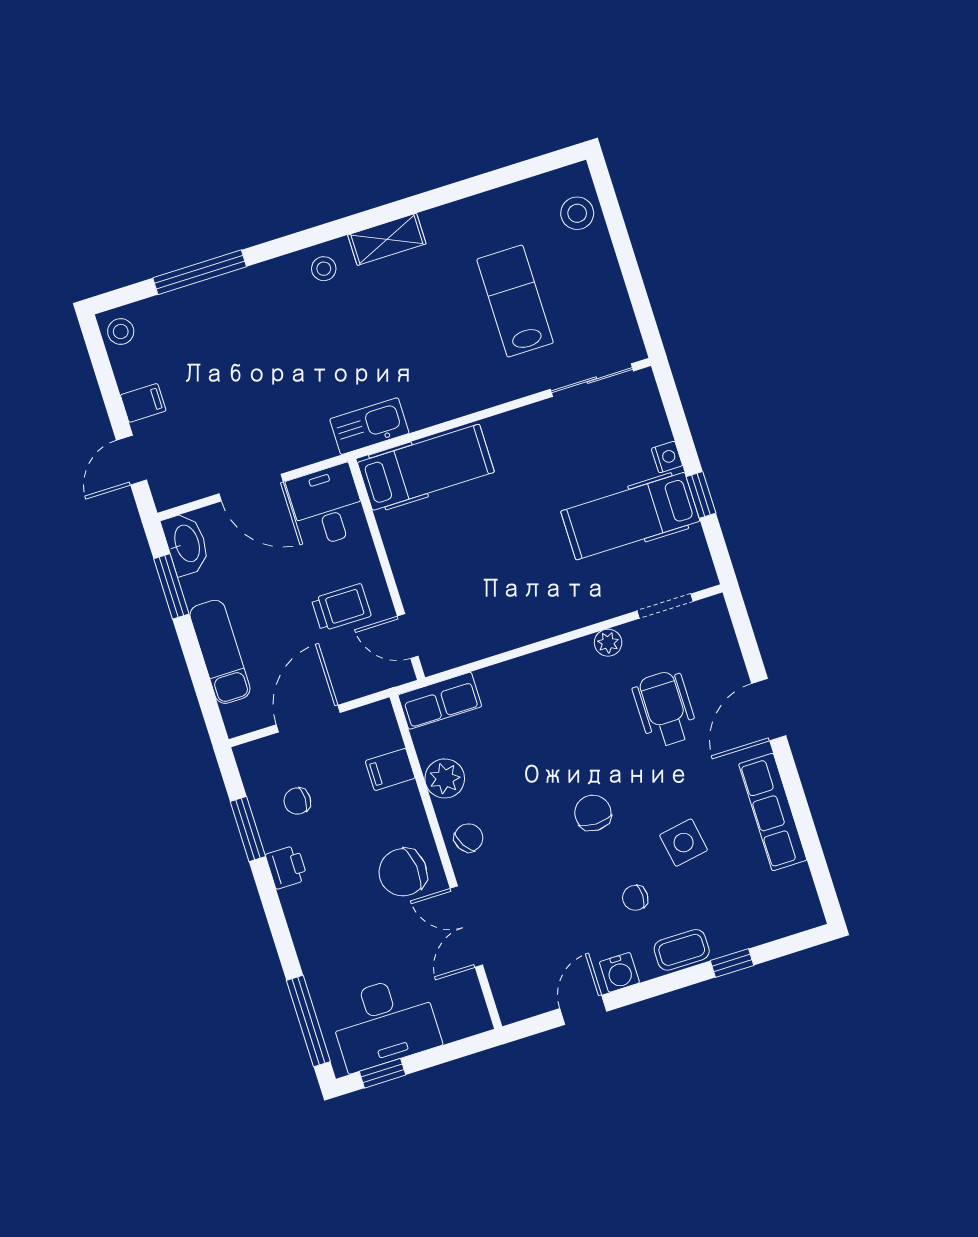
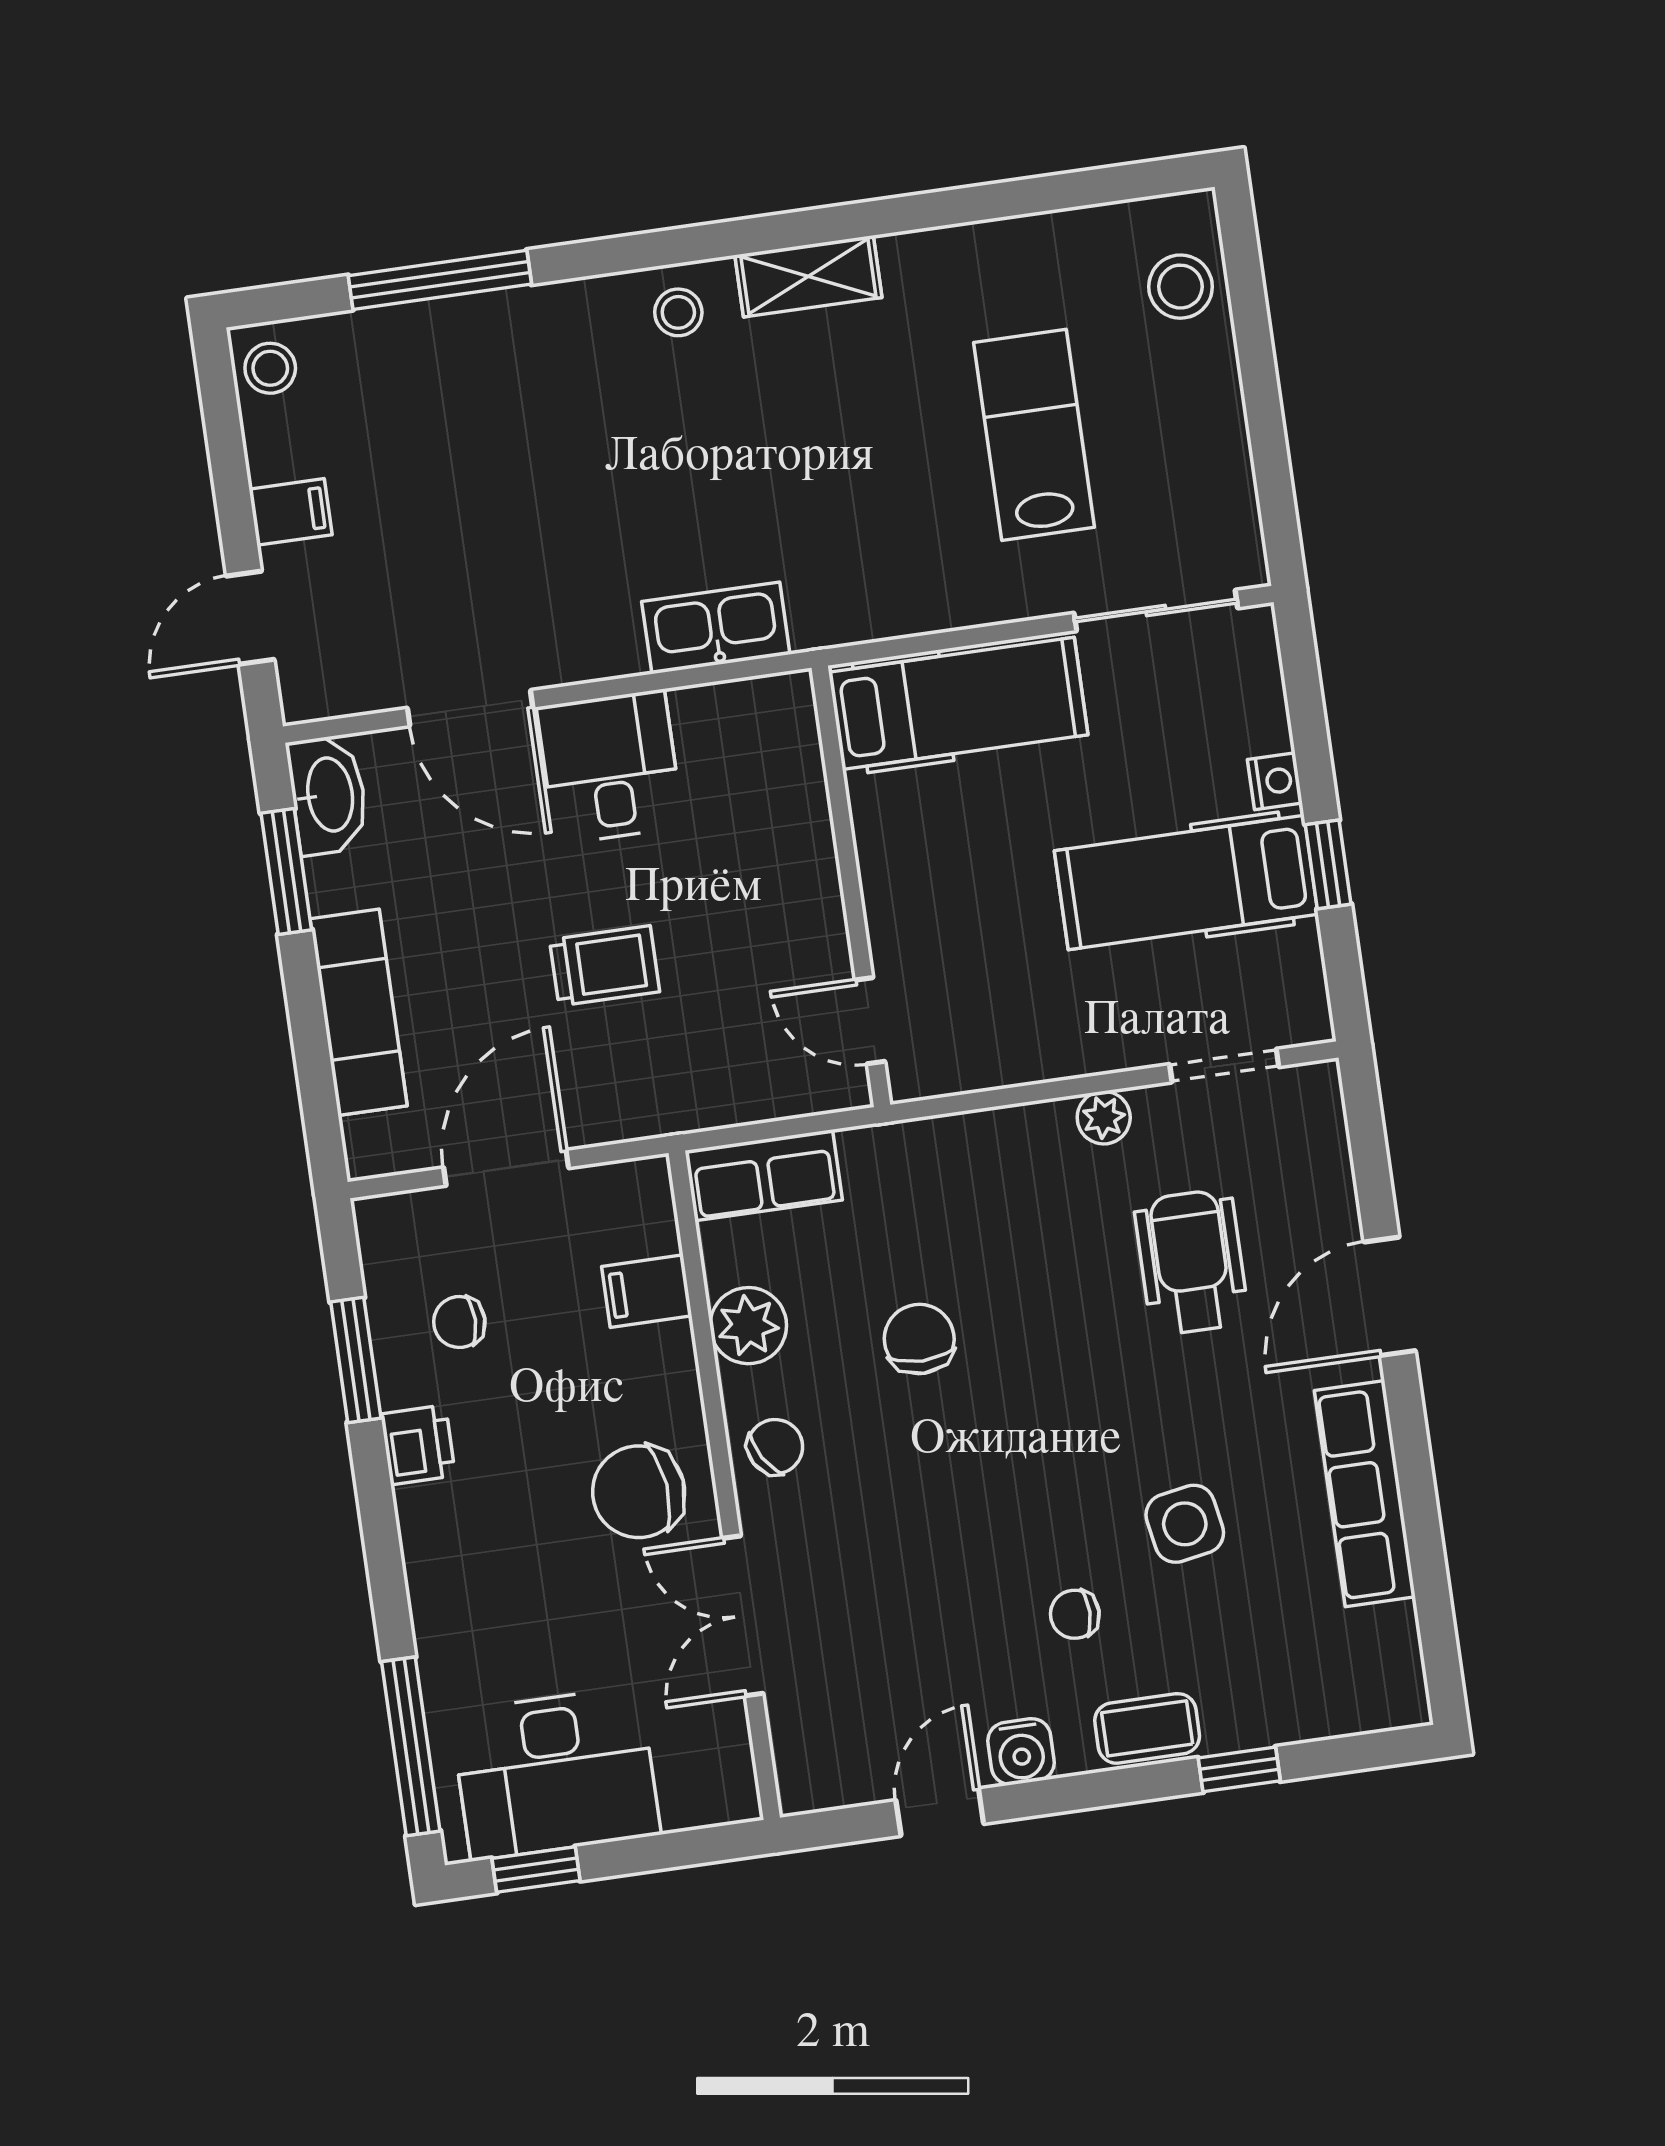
hospital bed: (426, 467) -> (958, 703), moved
wall: (387, 569) -> (851, 886), moved
door: (408, 636) -> (870, 1021), moved
chair: (593, 813) -> (919, 1339), moved

